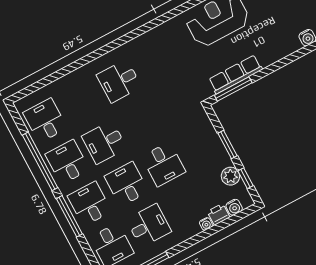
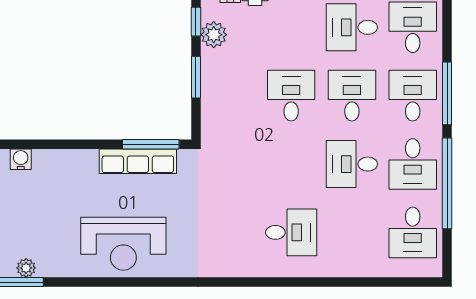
desk: (104, 142) -> (352, 164), turned 180
desk: (127, 184) -> (352, 96), turned 180
desk: (90, 204) -> (413, 96), turned 180

